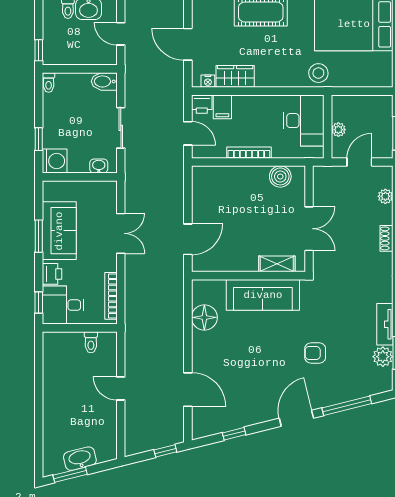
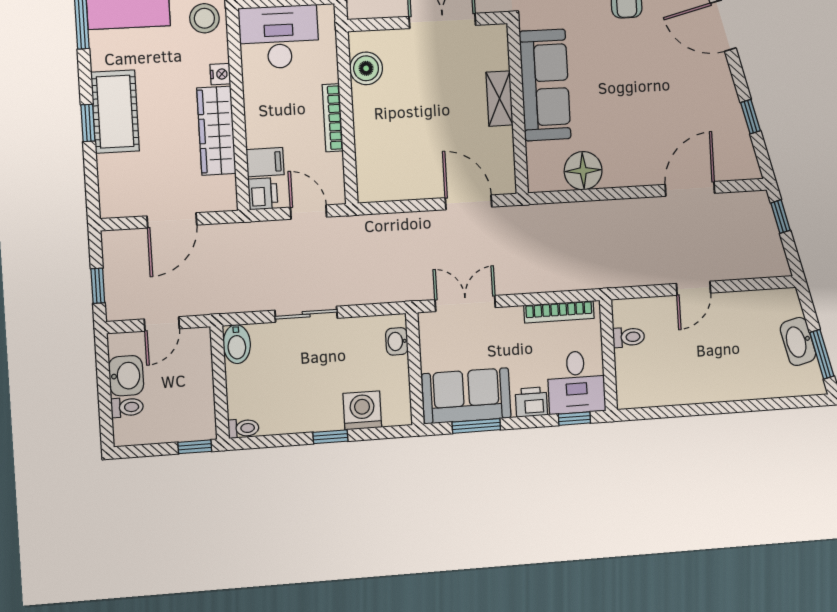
wardrobe: (235, 76) -> (216, 131), width x1.50
nightstand: (208, 81) -> (220, 74), moved
door: (188, 133) -> (309, 212), hinge flipped
washbasin: (99, 166) -> (397, 341), moved
wall: (80, 177) -> (415, 369), moved
shelving: (277, 264) -> (499, 99), moved

